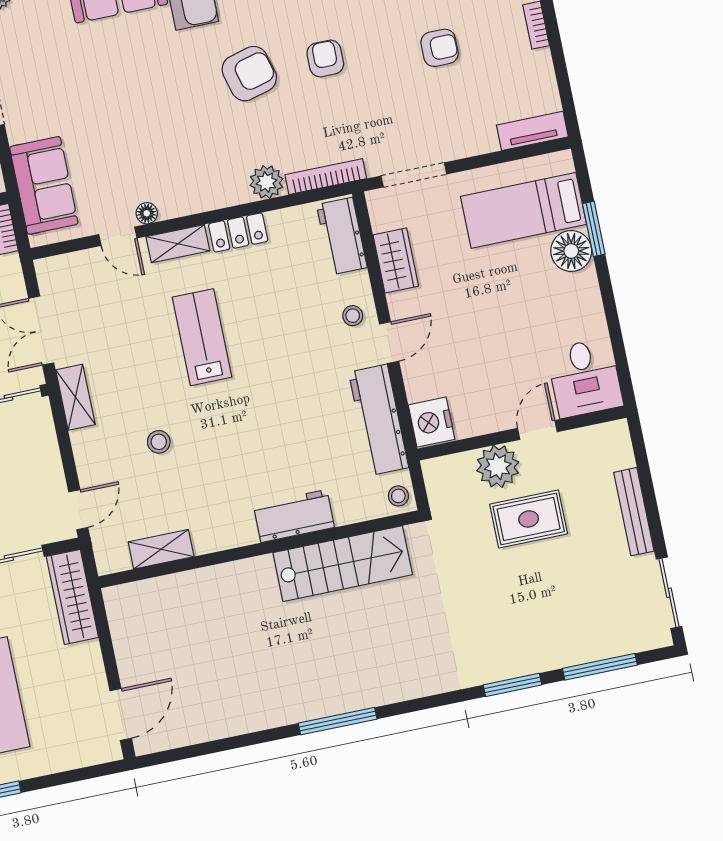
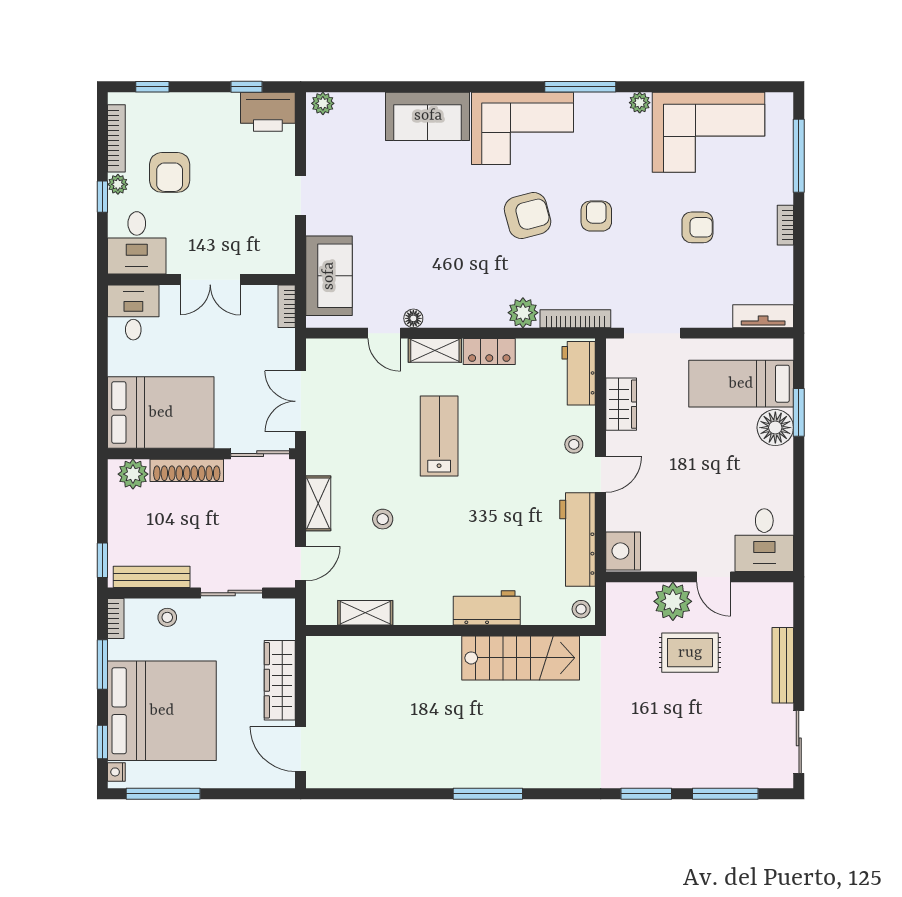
shelving: (75, 397) -> (318, 503), moved
door: (537, 430) -> (714, 577), swing flipped
wardrobe: (72, 597) -> (280, 680), moved
door: (121, 714) -> (301, 749), swing flipped

